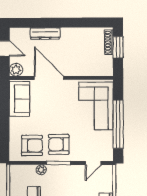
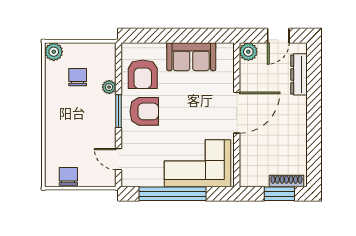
dresser: (45, 34) -> (299, 74), moved
door: (49, 78) -> (237, 113), moved
sofa: (20, 99) -> (191, 57), moved
armchair: (59, 144) -> (144, 111), turned 90

